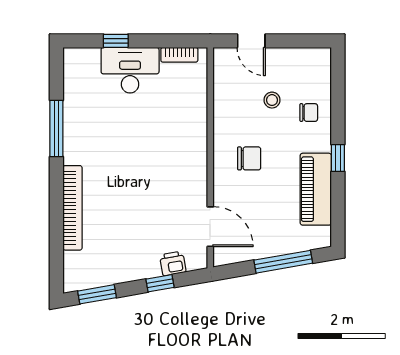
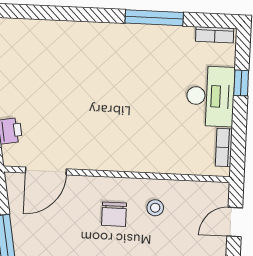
stool: (272, 100) -> (155, 208), moved
bookcase: (72, 208) -> (215, 35), moved, width x0.43, depth x0.76

